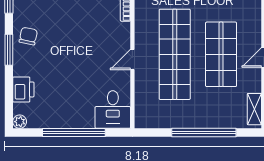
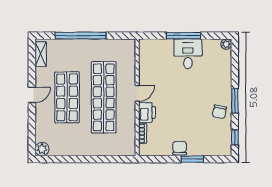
printer: (23, 89) -> (147, 112), moved, turned 180
desk: (113, 109) -> (188, 54), moved
window: (74, 132) -> (183, 36), width x0.68

